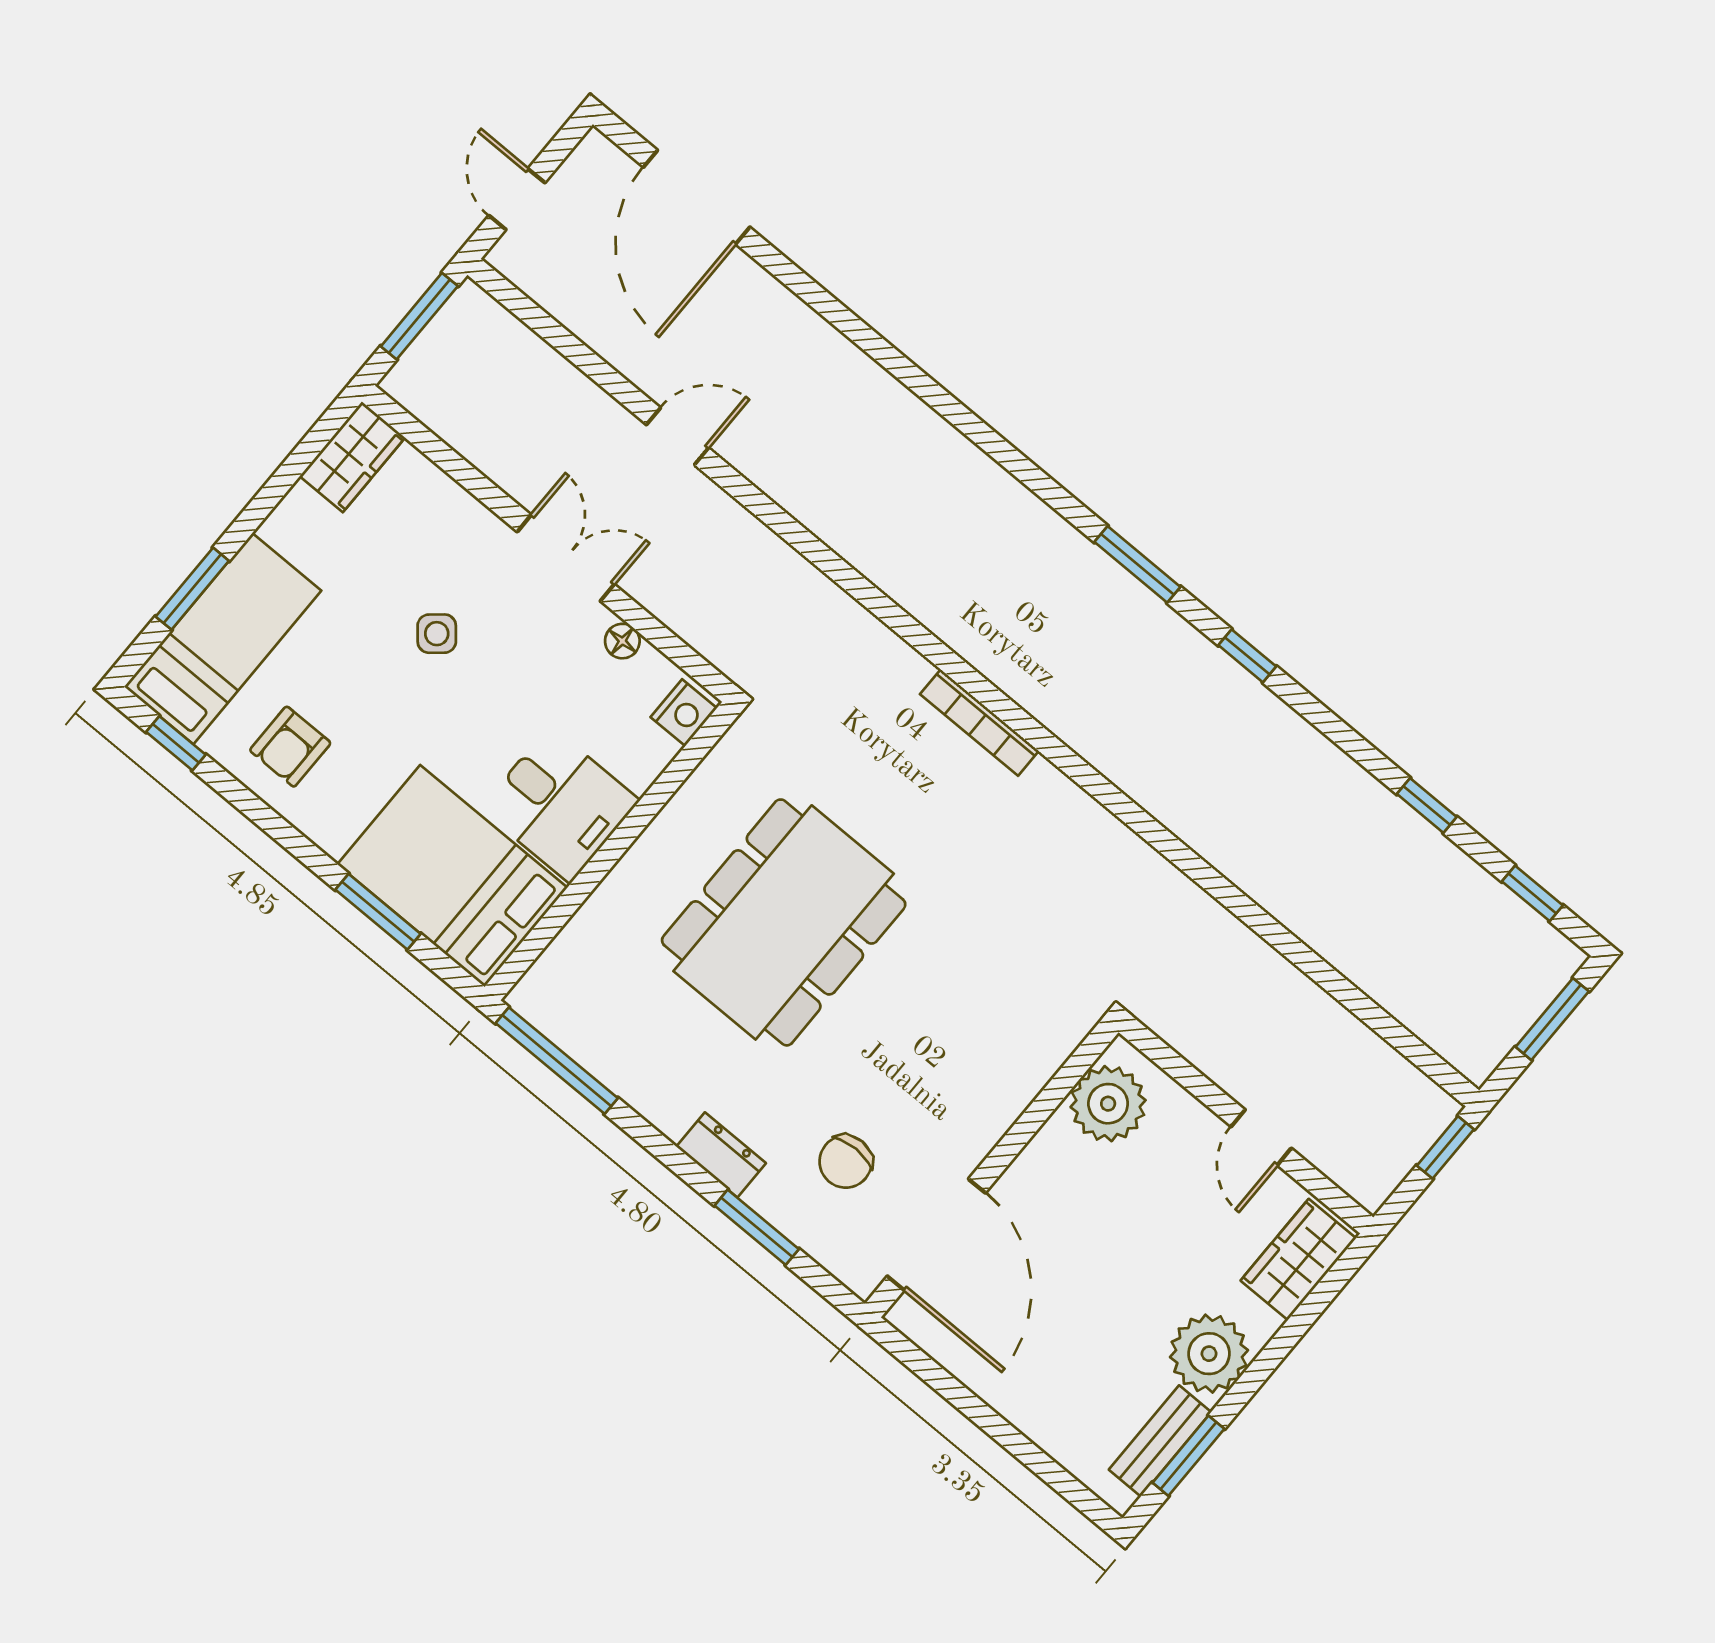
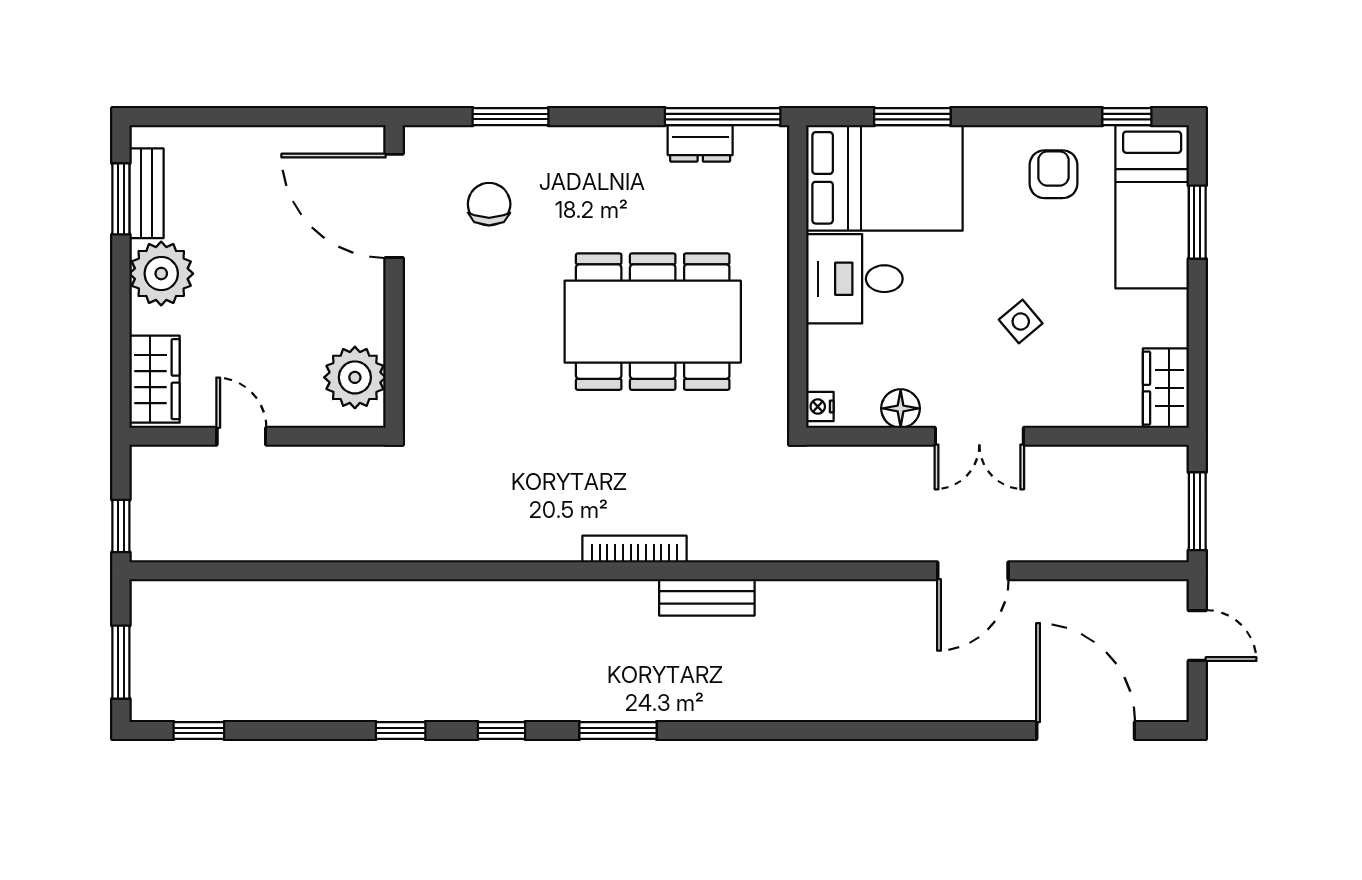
door: (677, 436) -> (973, 571), width x1.38
bench: (949, 620) -> (707, 597), added
floor lamp: (622, 641) -> (901, 408), width x1.37, depth x1.37
nightstand: (684, 713) -> (820, 407), width x0.72, depth x0.74
window: (1427, 805) -> (401, 731), moved
dining table: (784, 922) -> (653, 322), turned 90
dresser: (721, 1155) -> (700, 143), moved

